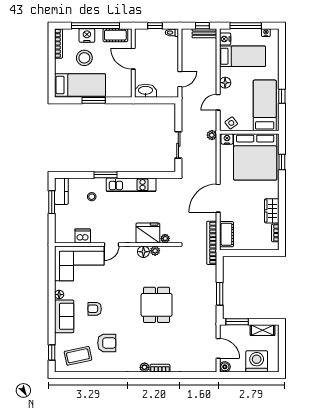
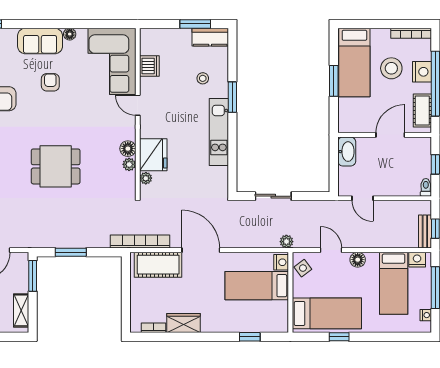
bed: (255, 157) -> (257, 286), width x0.49
cot: (226, 234) -> (158, 265), width x1.37, depth x1.34

